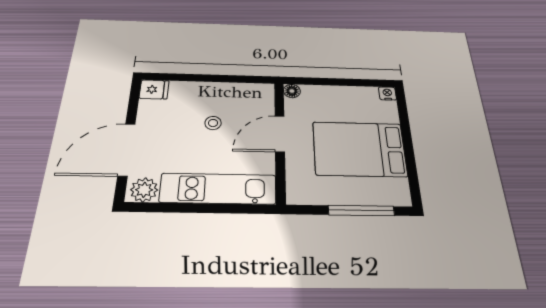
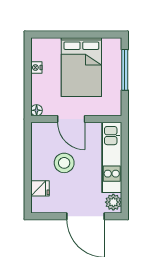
fridge: (154, 89) -> (40, 188), moved, turned 90
nightstand: (387, 93) -> (36, 68), moved
stool: (213, 123) -> (64, 163), width x1.89, depth x1.89

